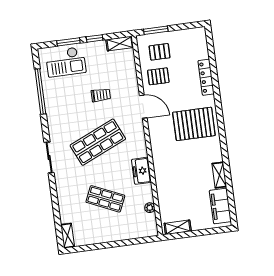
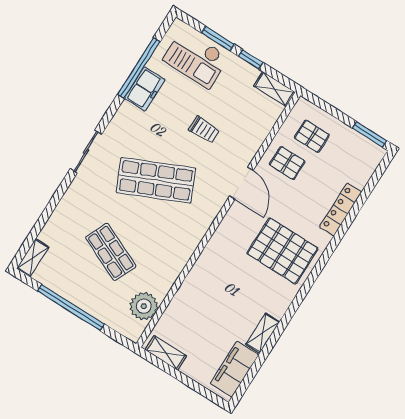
window: (156, 30) -> (369, 134), moved
freezer: (141, 171) -> (145, 89), moved, turned 180
plant: (150, 208) -> (144, 306), width x1.88, depth x1.88
window: (109, 245) -> (71, 308), added

